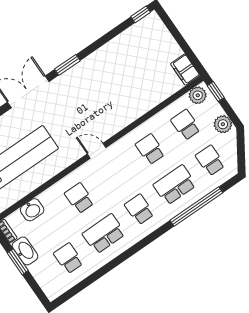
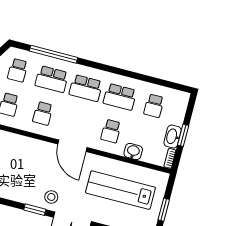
stool: (66, 90) -> (51, 197), added
door: (97, 151) -> (72, 146), width x1.87
school desk: (139, 209) -> (86, 88), width x1.85
washbasin: (32, 210) -> (133, 152), moved

